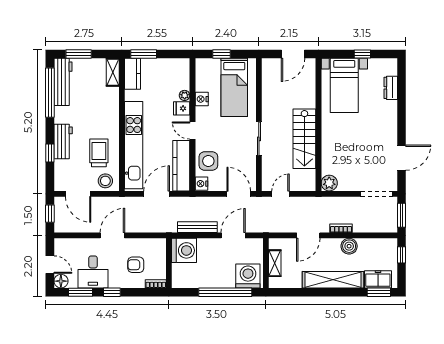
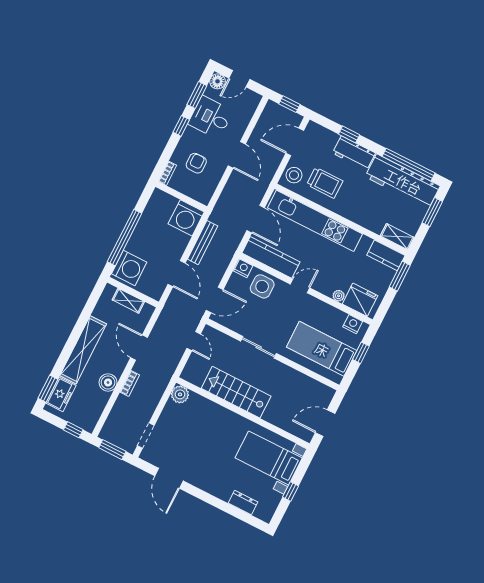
door: (293, 54) -> (325, 423), hinge flipped
workbench: (63, 82) -> (403, 181), width x1.36, depth x1.32
nightstand: (202, 99) -> (353, 324), moved
fridge: (182, 108) -> (360, 300), moved, width x1.88, depth x1.34
doorway: (377, 194) -> (146, 436), width x0.73

